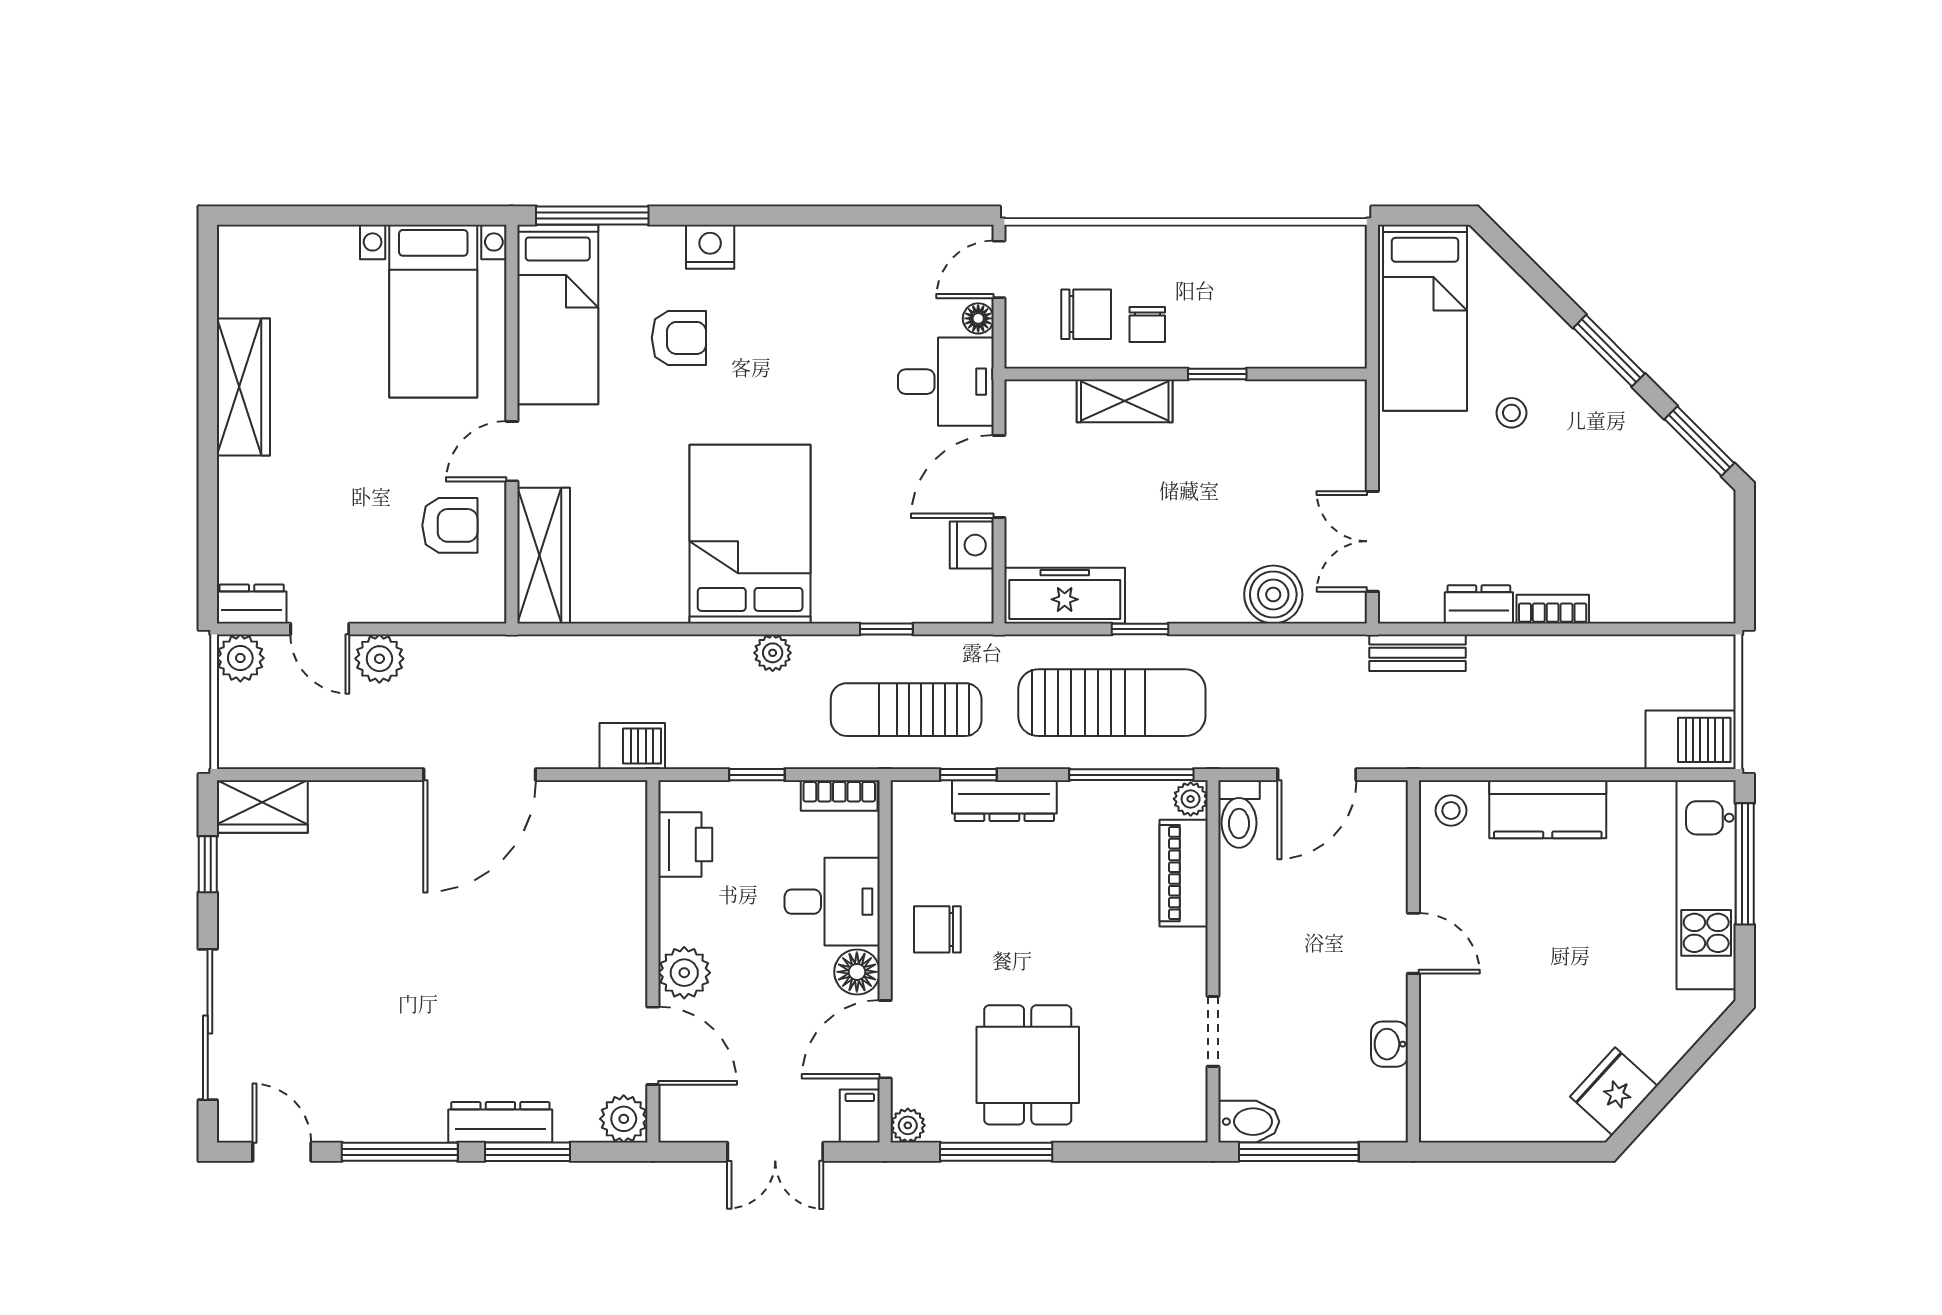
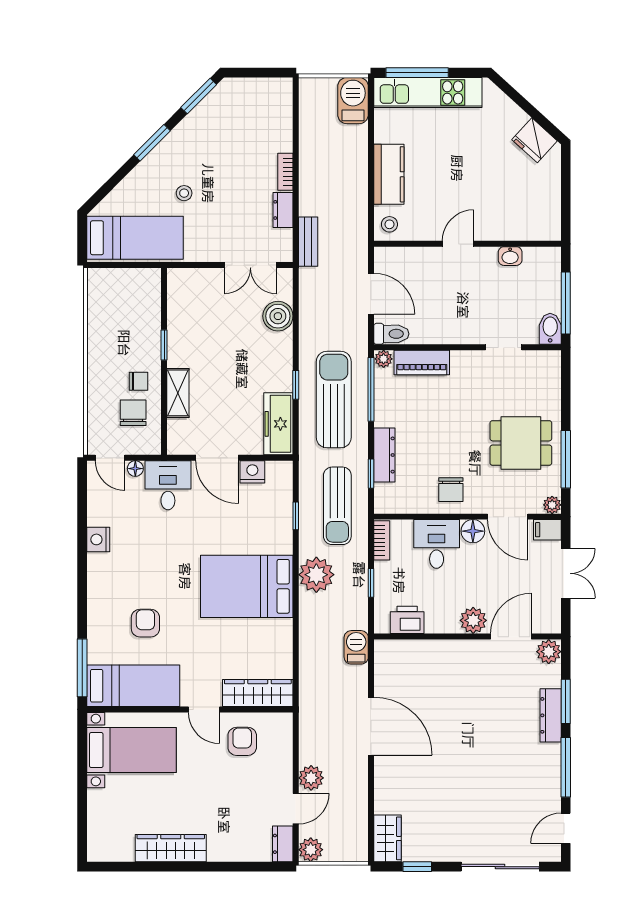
nightstand: (710, 247) -> (98, 539), moved
plant: (773, 653) -> (316, 575), width x1.88, depth x1.88

